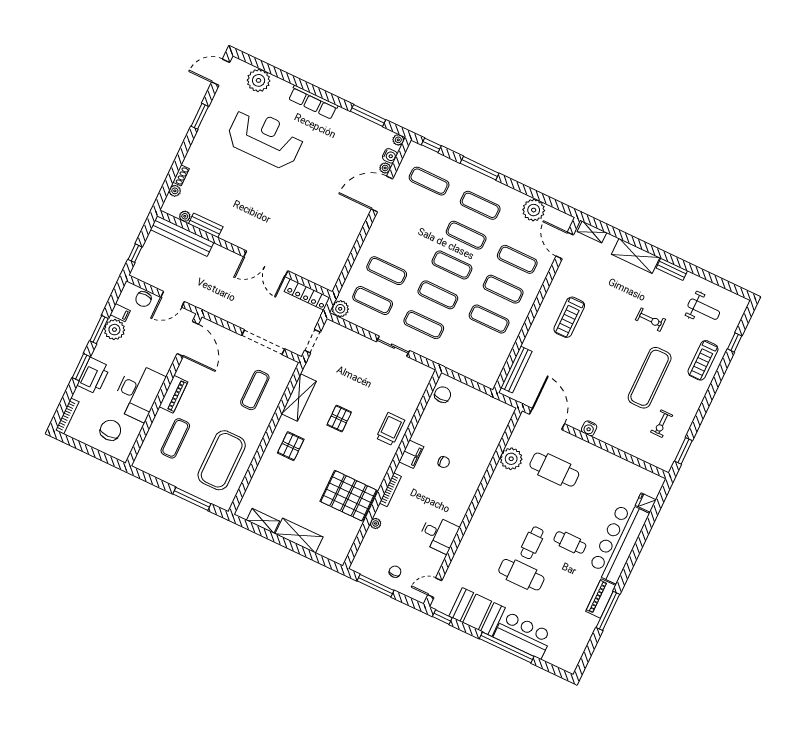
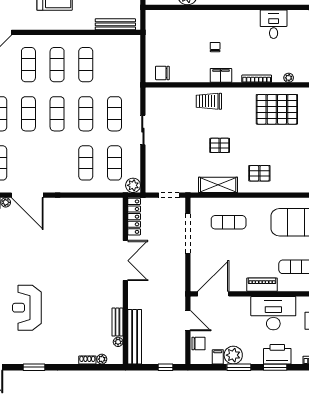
reception desk: (265, 138) -> (27, 308), width x0.74, depth x0.77
pallet: (349, 496) -> (277, 109), turned 90

